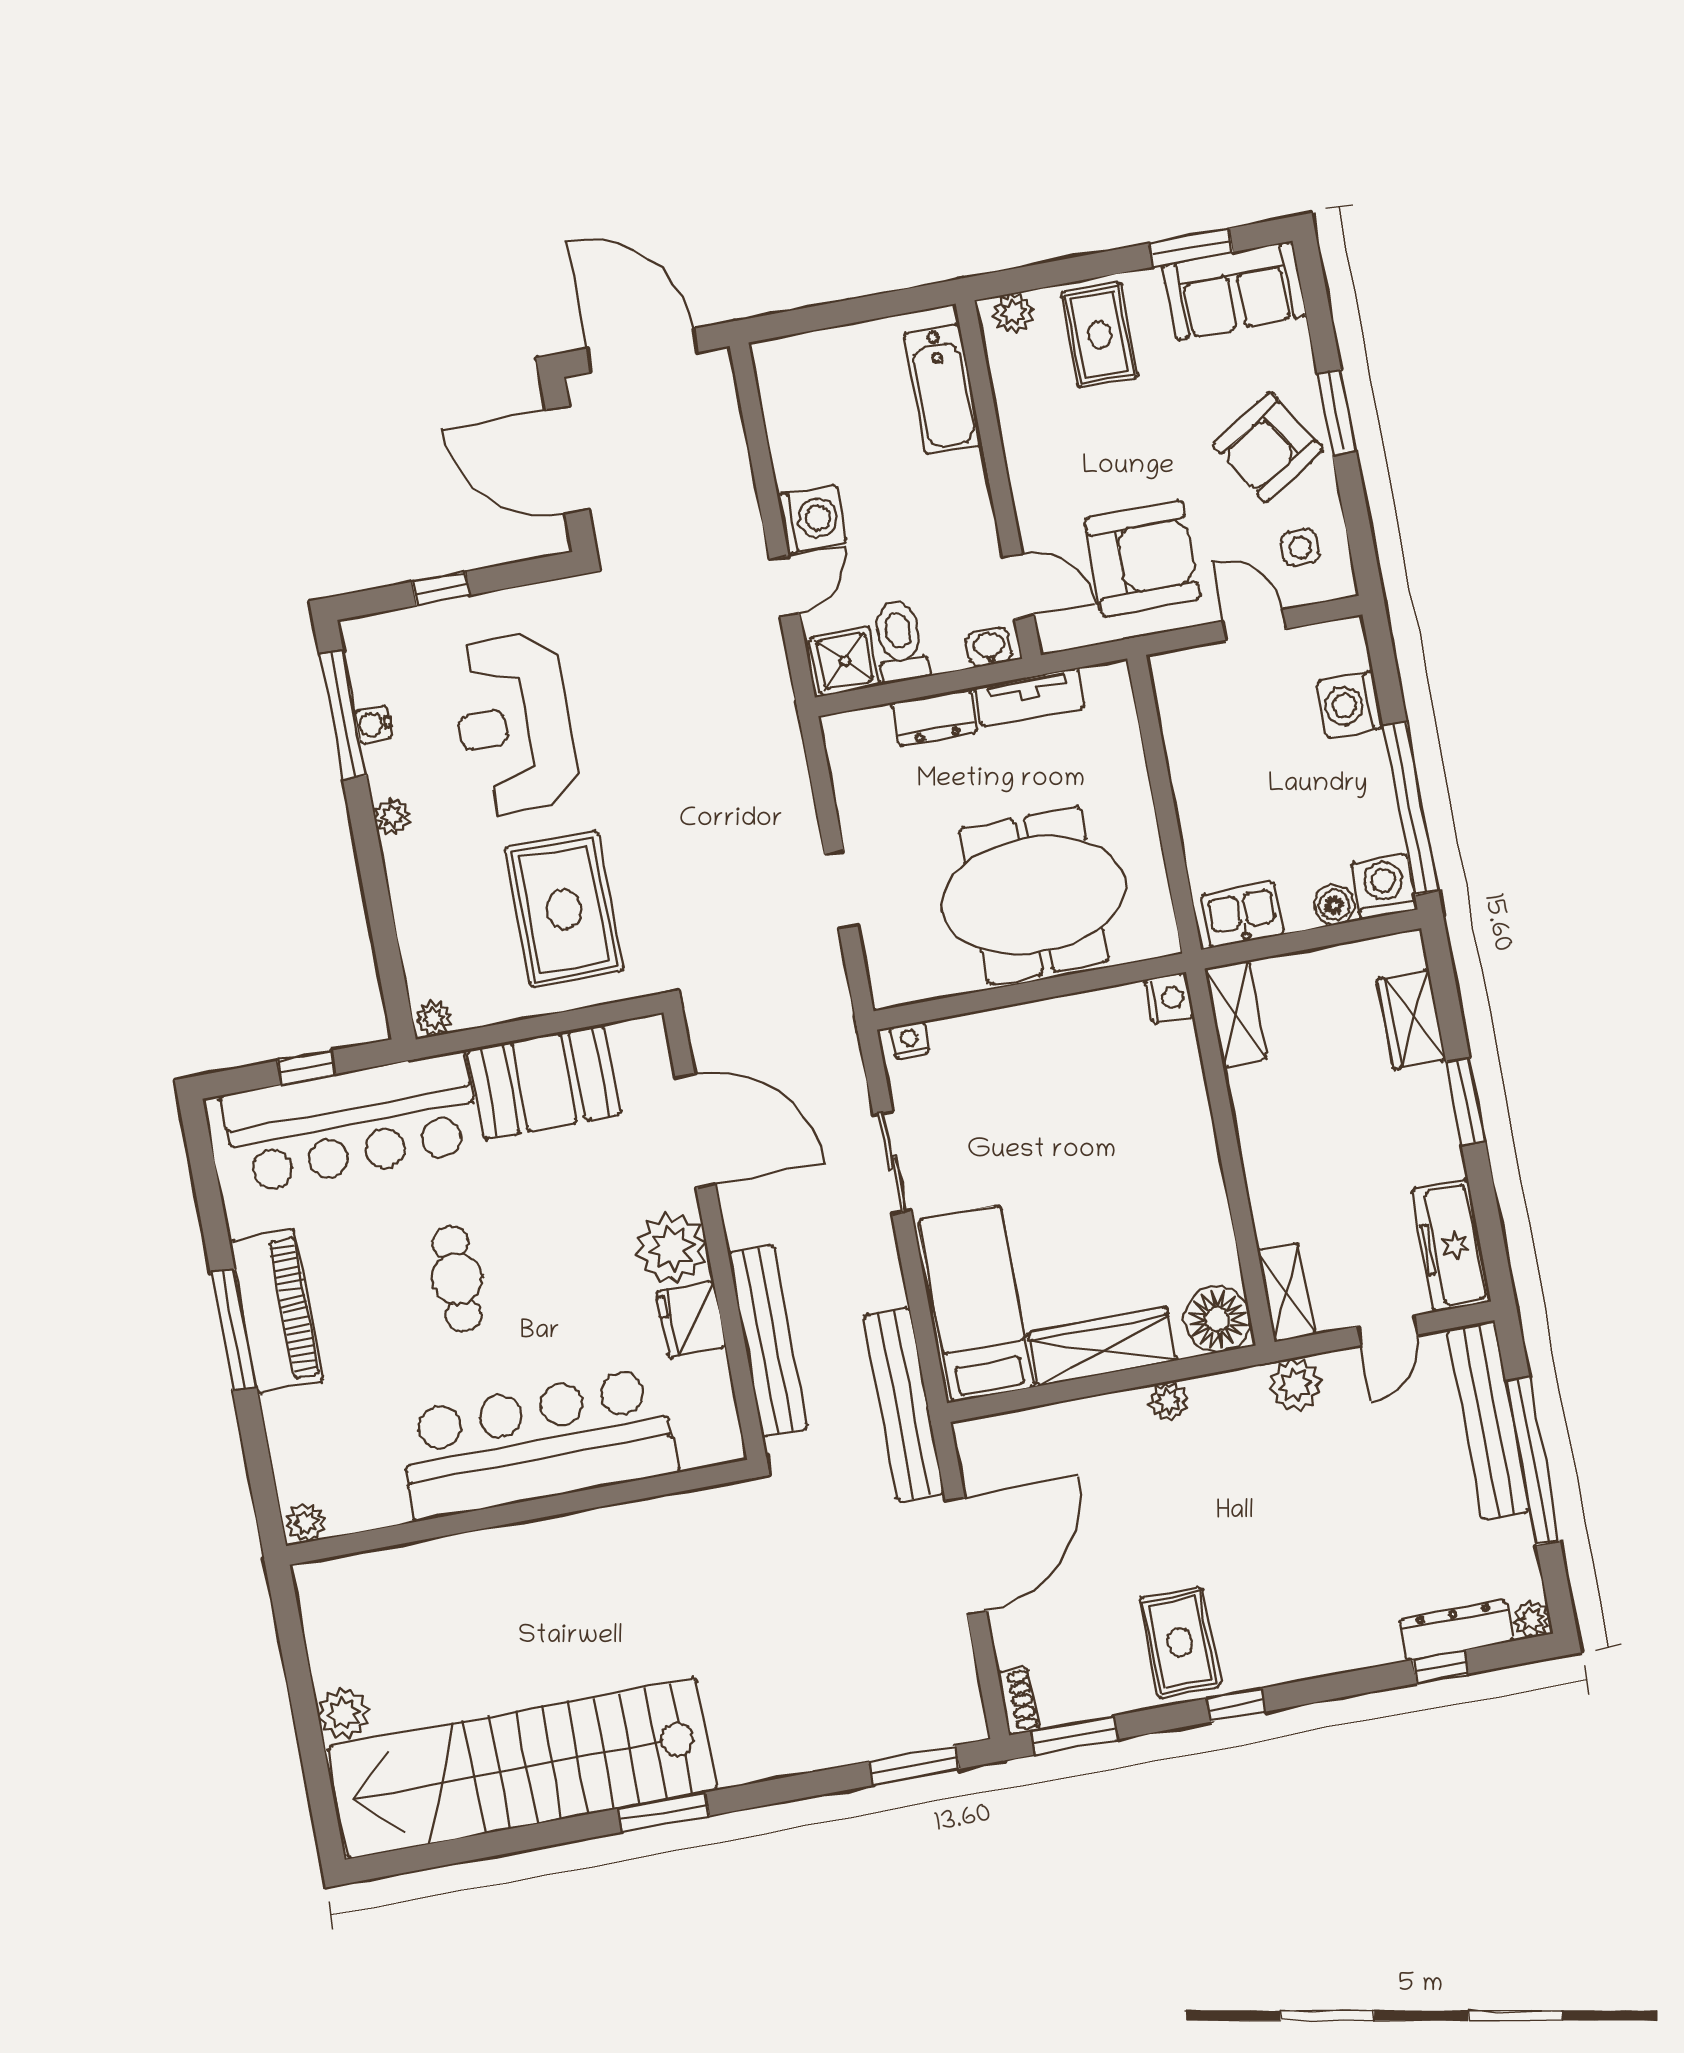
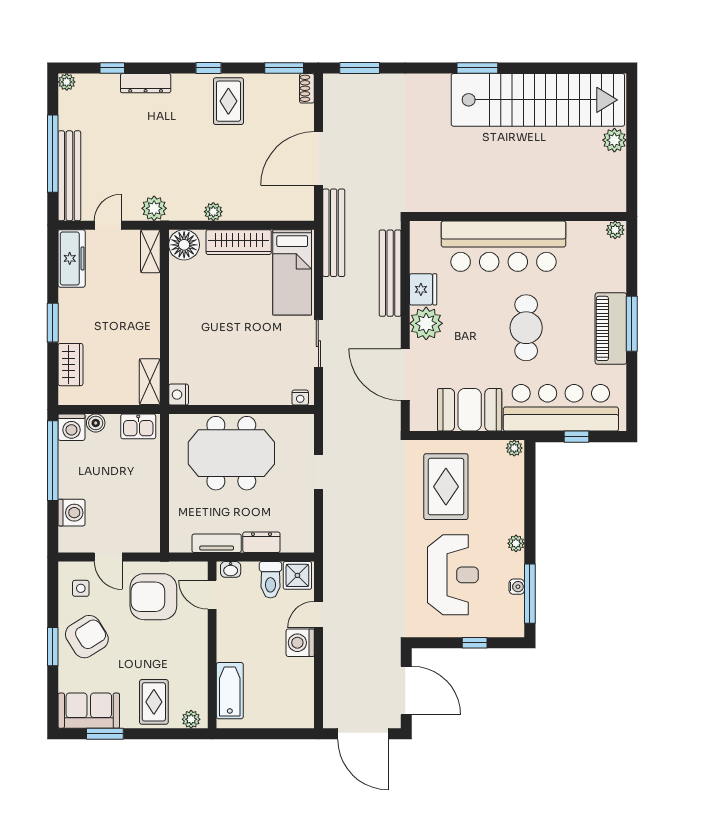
cafe table: (457, 1279) -> (526, 328), width x1.37, depth x1.35
dresser: (1456, 1630) -> (146, 83), moved

